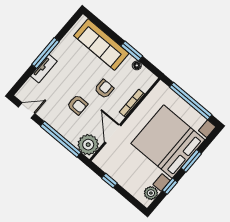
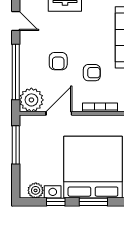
window: (109, 181) -> (16, 145), width x2.17

